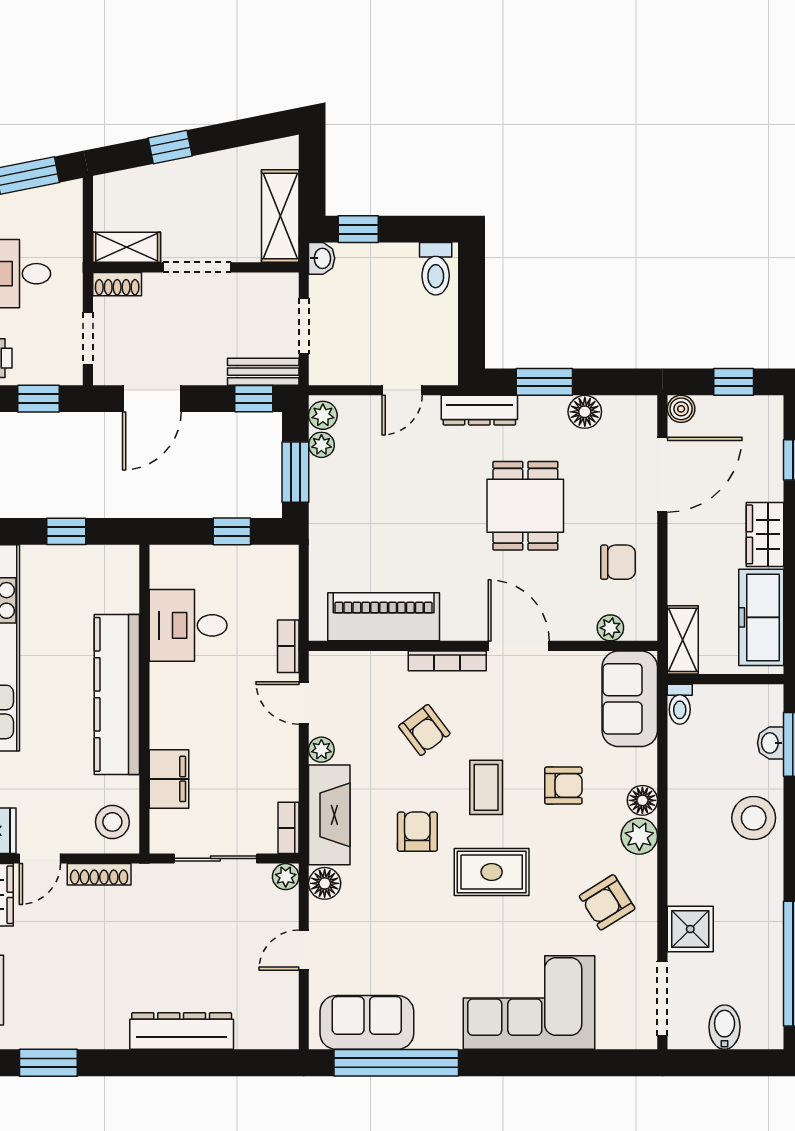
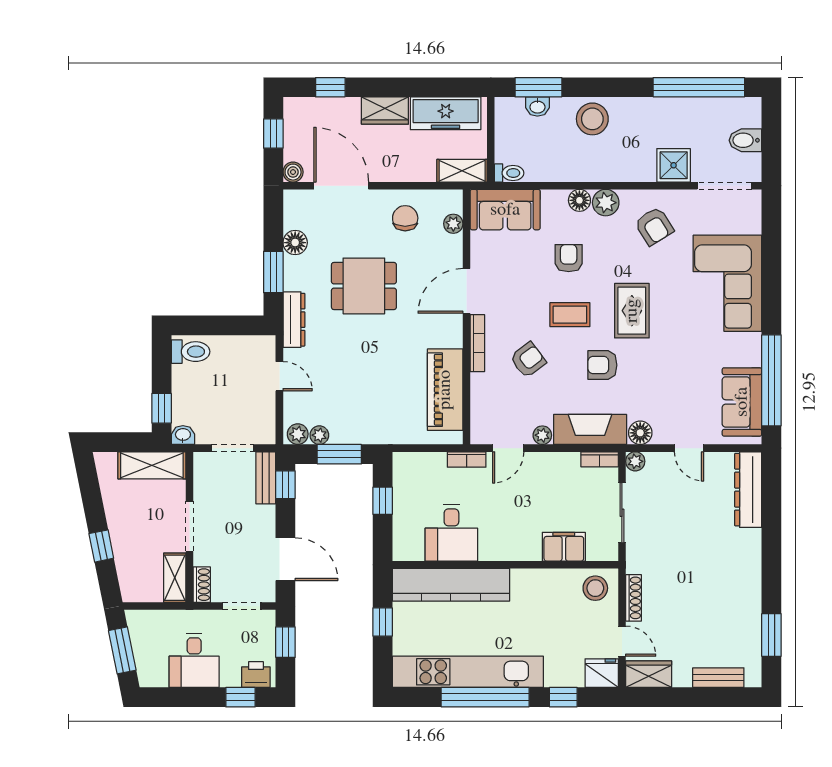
kitchen counter: (117, 694) -> (451, 585), moved
dresser: (182, 1031) -> (748, 490), moved

